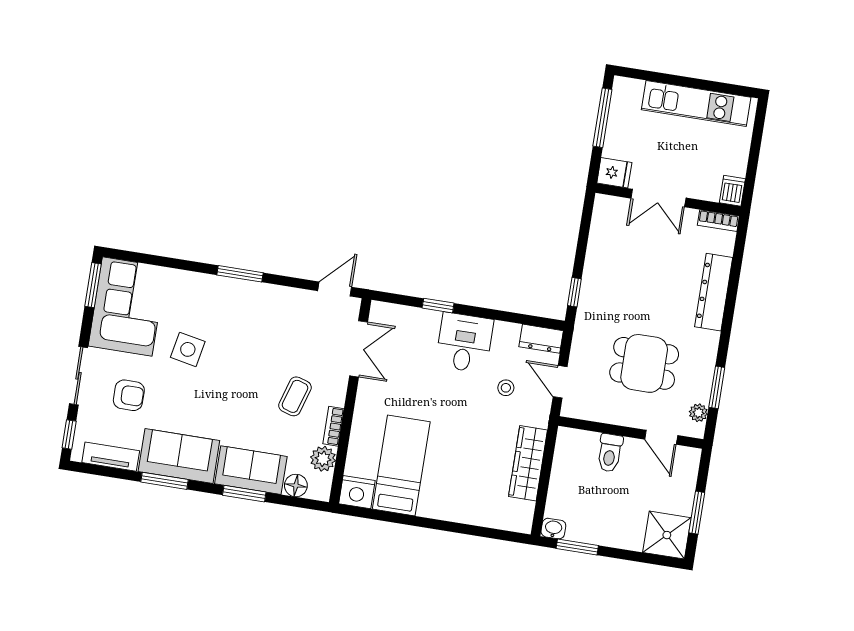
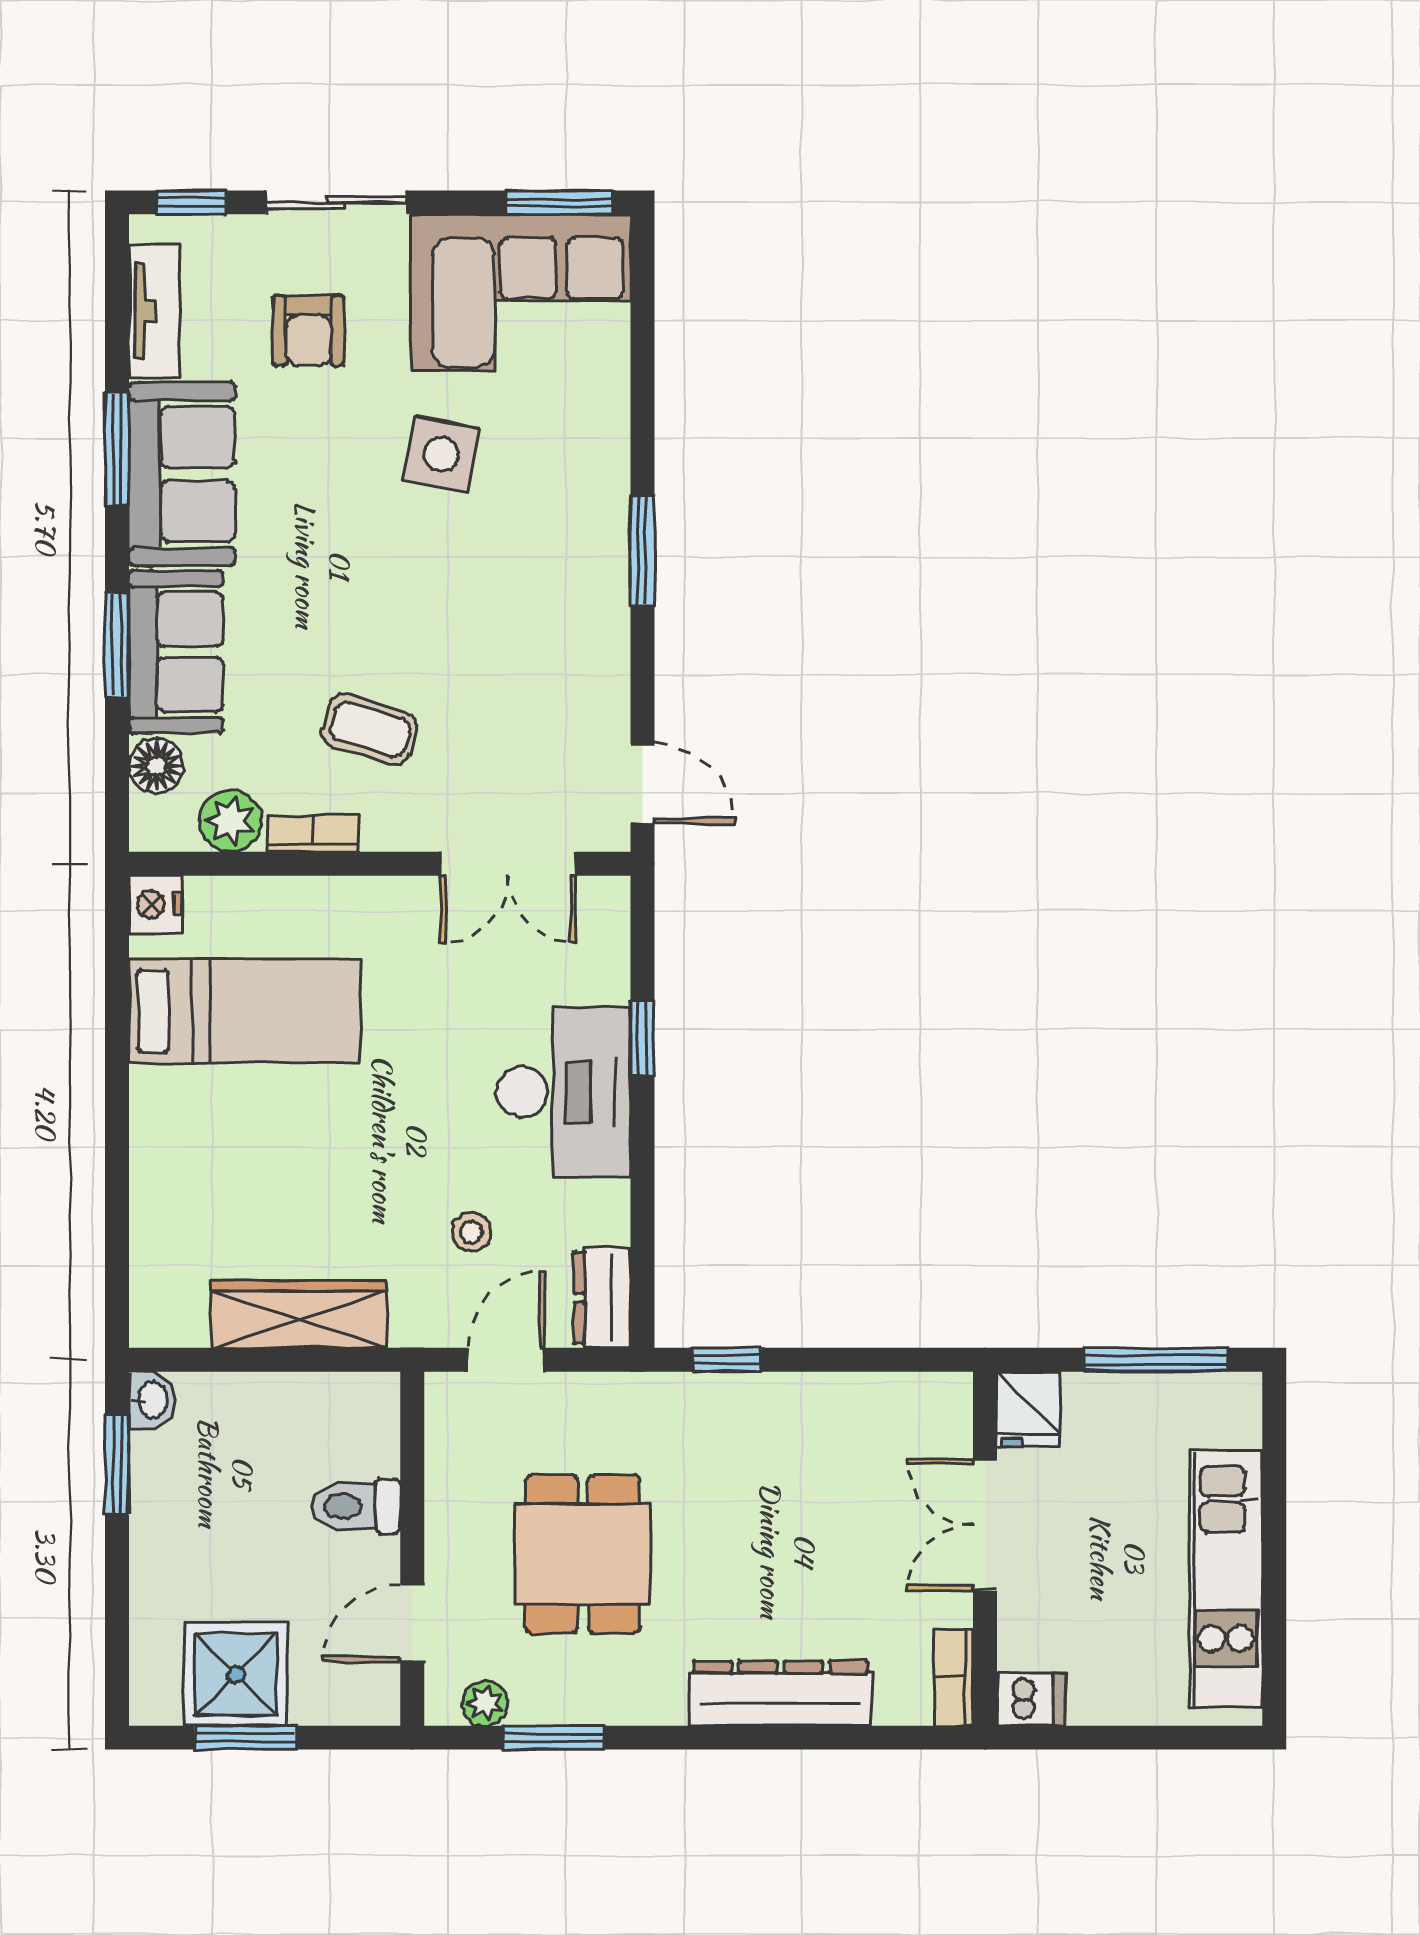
desk: (464, 343) -> (564, 1092), width x1.37
nightstand: (357, 492) -> (155, 904), width x0.74, depth x0.75
shower: (667, 535) -> (236, 1675), moved

